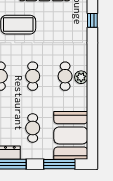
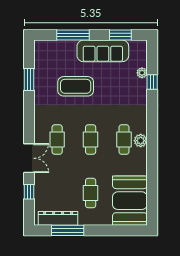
plant: (82, 12) -> (142, 73), added
window: (59, 164) -> (118, 230), removed

